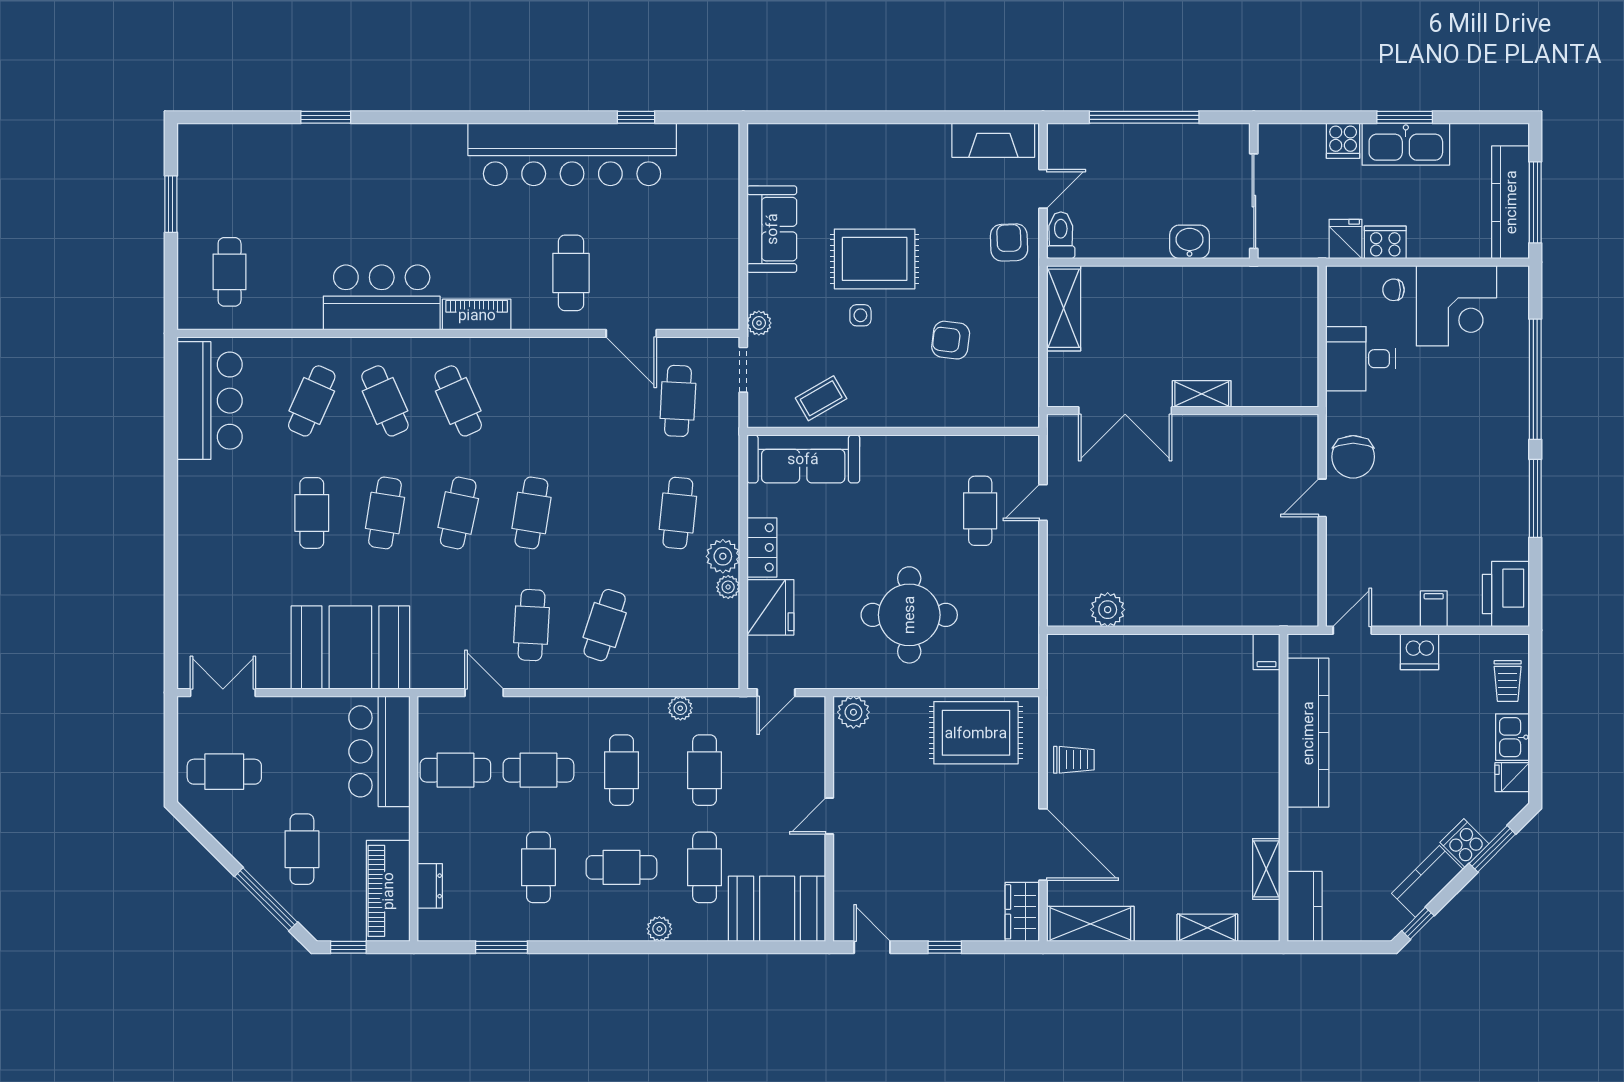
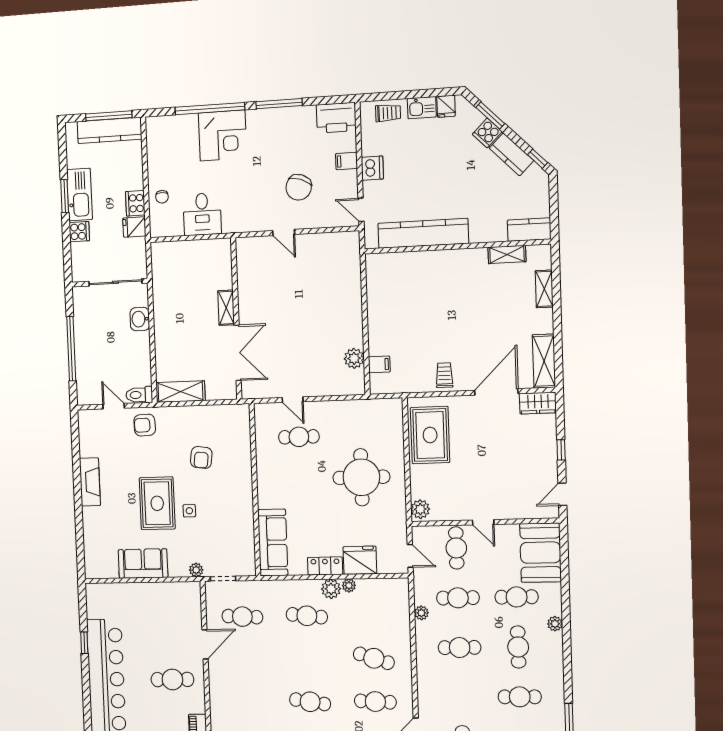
fireplace: (993, 140) -> (90, 482), moved
corner desk: (1456, 306) -> (223, 135), moved, turned 90
coffee table: (821, 398) -> (238, 533), removed
chair: (1353, 457) -> (299, 187), moved, turned 109
filing cabinet: (1267, 652) -> (379, 364), moved
cafe table: (538, 770) -> (456, 548), moved

